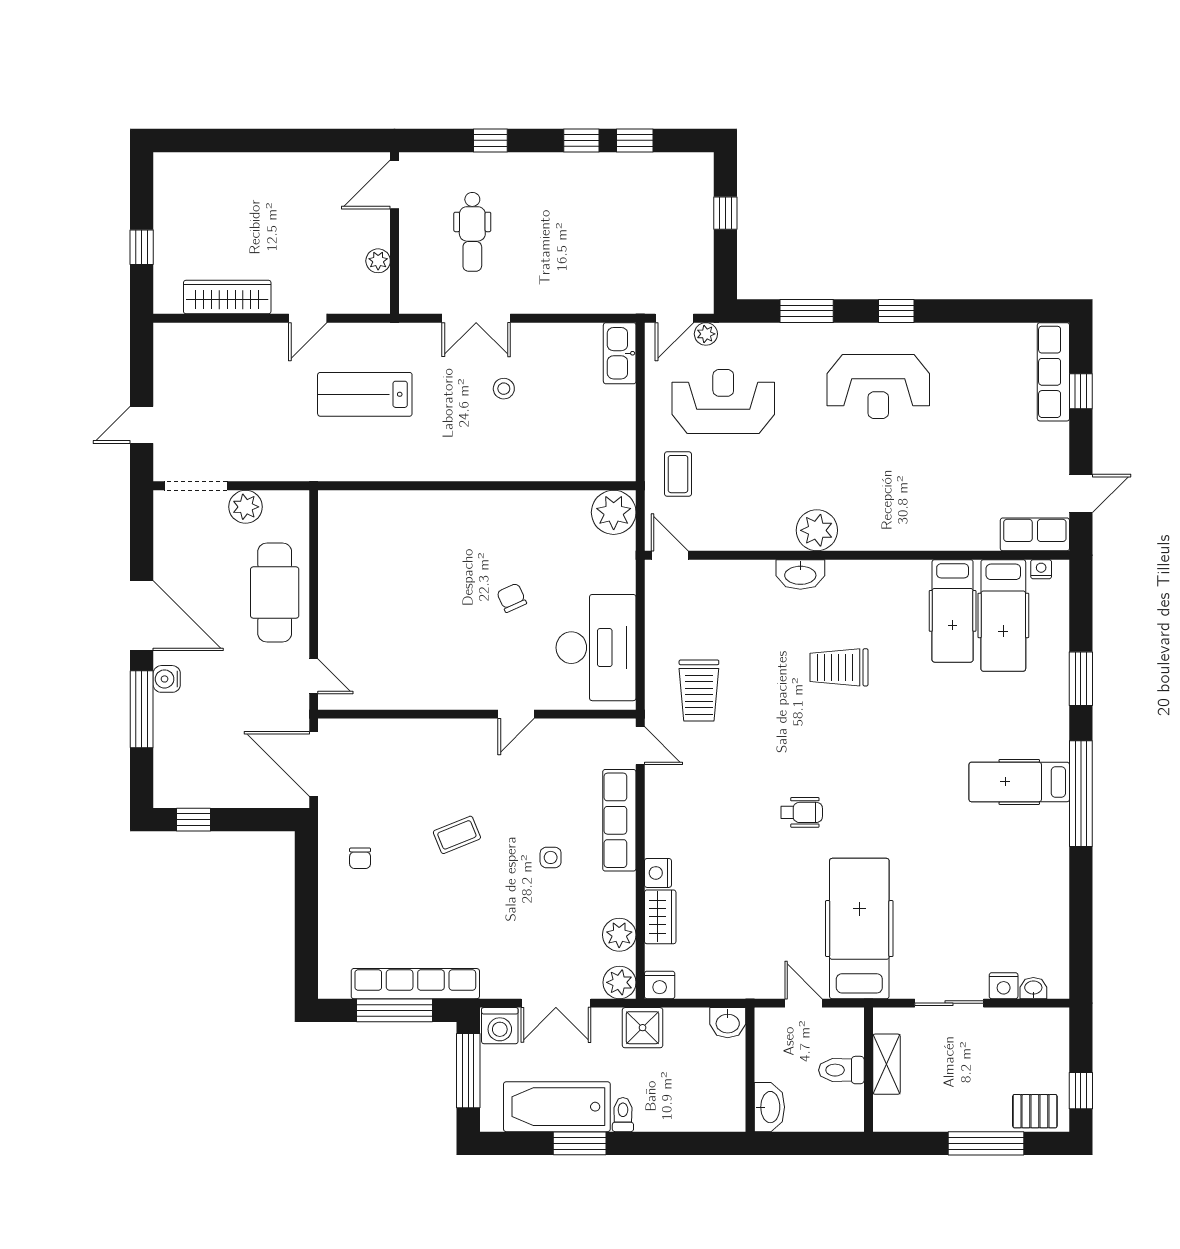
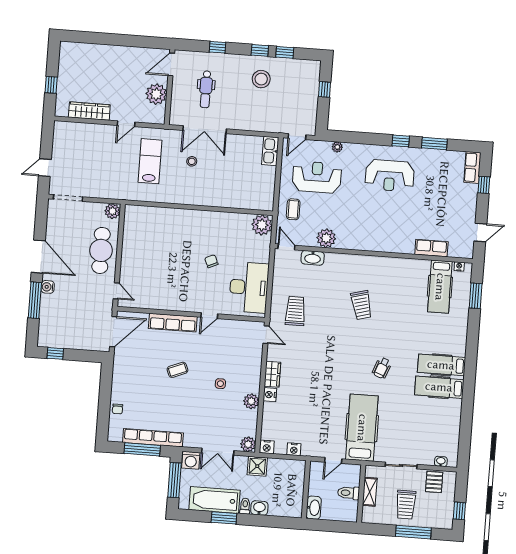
stool: (589, 201) -> (261, 79), added
plant: (378, 261) -> (156, 94), width x1.87, depth x1.87
window: (807, 311) -> (434, 144), moved
double door: (476, 318) -> (205, 130), width x1.37
plant: (706, 334) -> (337, 147), moved
row of seats: (1053, 372) -> (472, 167), width x0.68
stool: (504, 389) -> (192, 161), moved
lab bench: (365, 394) -> (150, 161), turned 90
plant: (246, 507) -> (112, 211), moved
plant: (817, 530) -> (326, 238), moved
row of seats: (1035, 534) -> (431, 248), moved
washbasin: (800, 574) -> (313, 258), moved
hospital bed: (953, 611) -> (439, 387), moved, turned 90
trolley: (839, 667) -> (361, 305), turned -105
window: (1081, 679) -> (476, 296), moved
trolley: (699, 690) -> (295, 311), turned 180
door: (314, 764) -> (113, 332), swing flipped
window: (1081, 794) -> (470, 372), removed
wheelchair: (802, 812) -> (382, 368), moved, turned 111
row of seats: (619, 820) -> (173, 323), moved, turned -90
chair: (360, 858) -> (118, 409), moved
wardrobe: (660, 917) -> (272, 374), moved
plant: (619, 935) -> (251, 401), moved
nightstand: (1004, 986) -> (294, 449), moved
door: (803, 1003) -> (333, 460), swing flipped
washbasin: (728, 1023) -> (259, 508), moved, turned 180
trolley: (966, 1086) -> (406, 505), added
pallet: (1035, 1111) -> (434, 482), moved, turned 90

